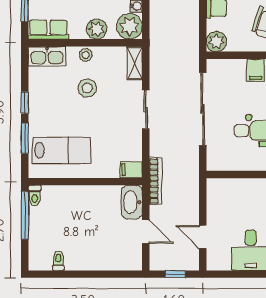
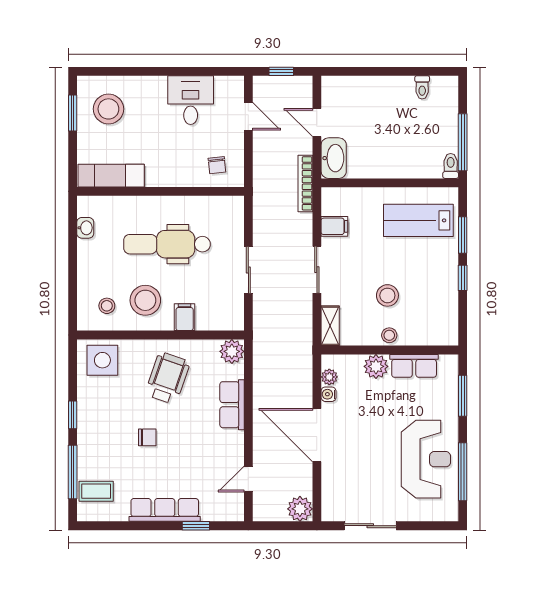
plant: (129, 26) -> (329, 377), width x0.53, depth x0.53
row of seats: (48, 30) -> (414, 366), moved
kitchen sink: (47, 56) -> (436, 334), removed
sliding door: (203, 109) -> (248, 270), width x0.54
filing cabinet: (131, 170) -> (334, 226), moved
chair: (229, 196) -> (217, 165), added

